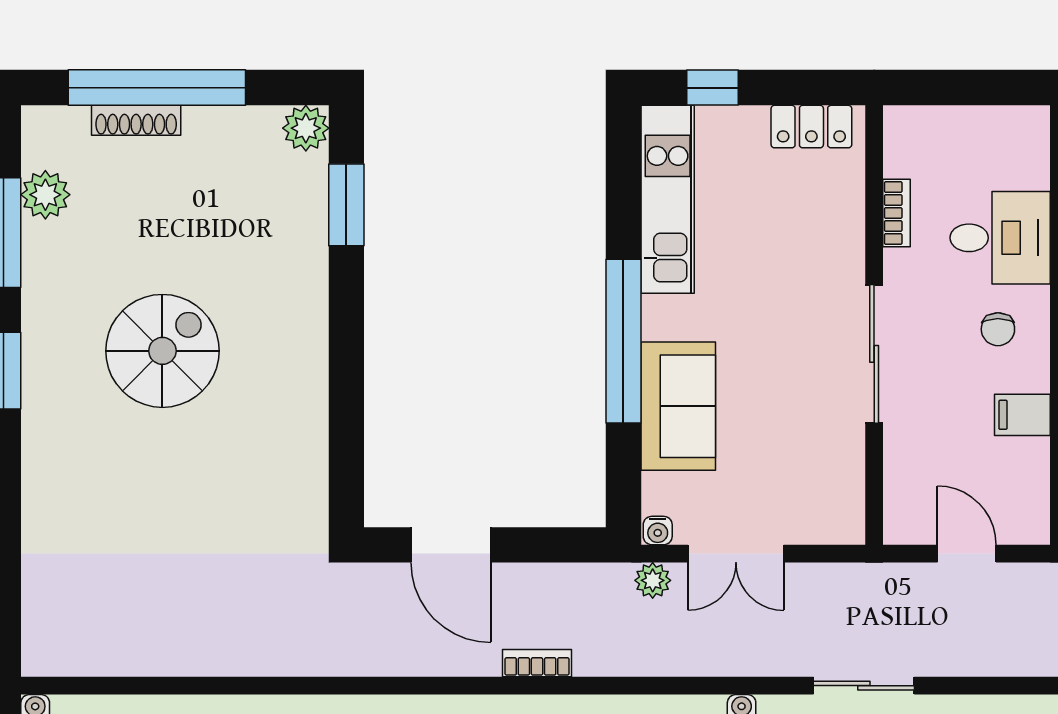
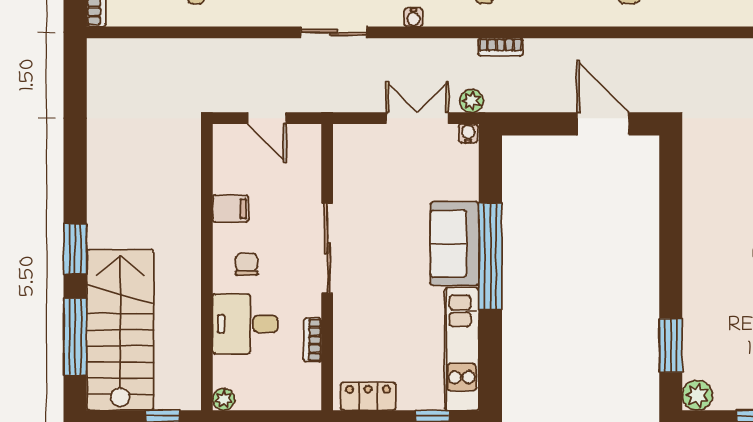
plant: (1033, 122) -> (224, 399), added
sofa: (678, 406) -> (455, 244), moved
bookcase: (537, 663) -> (500, 47), moved

